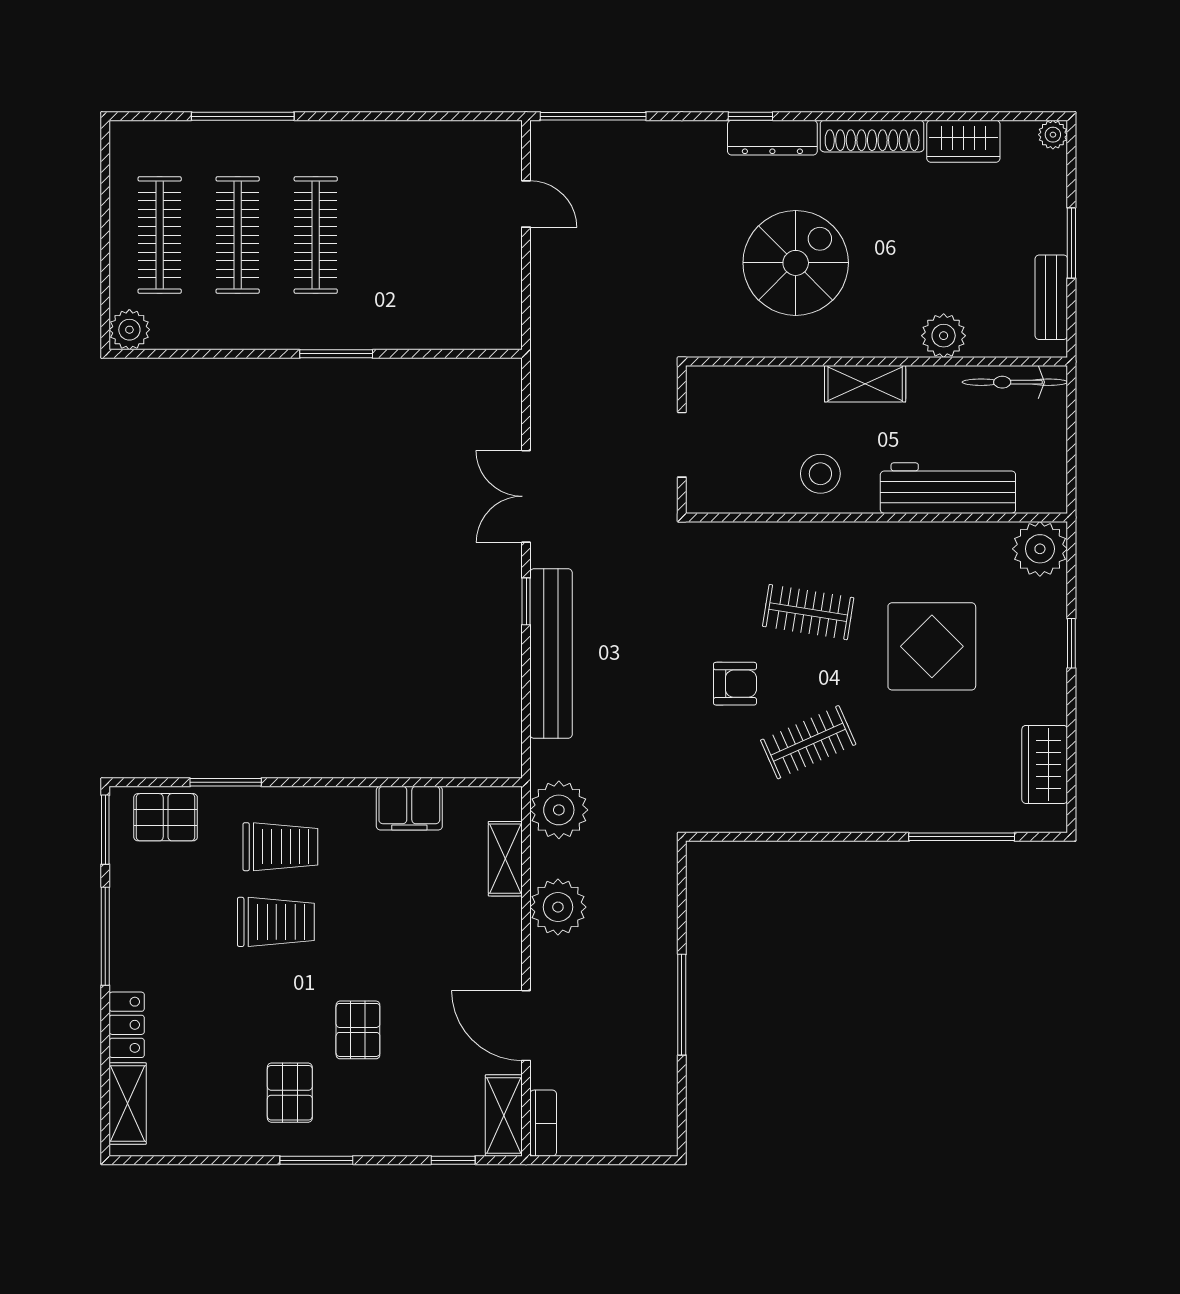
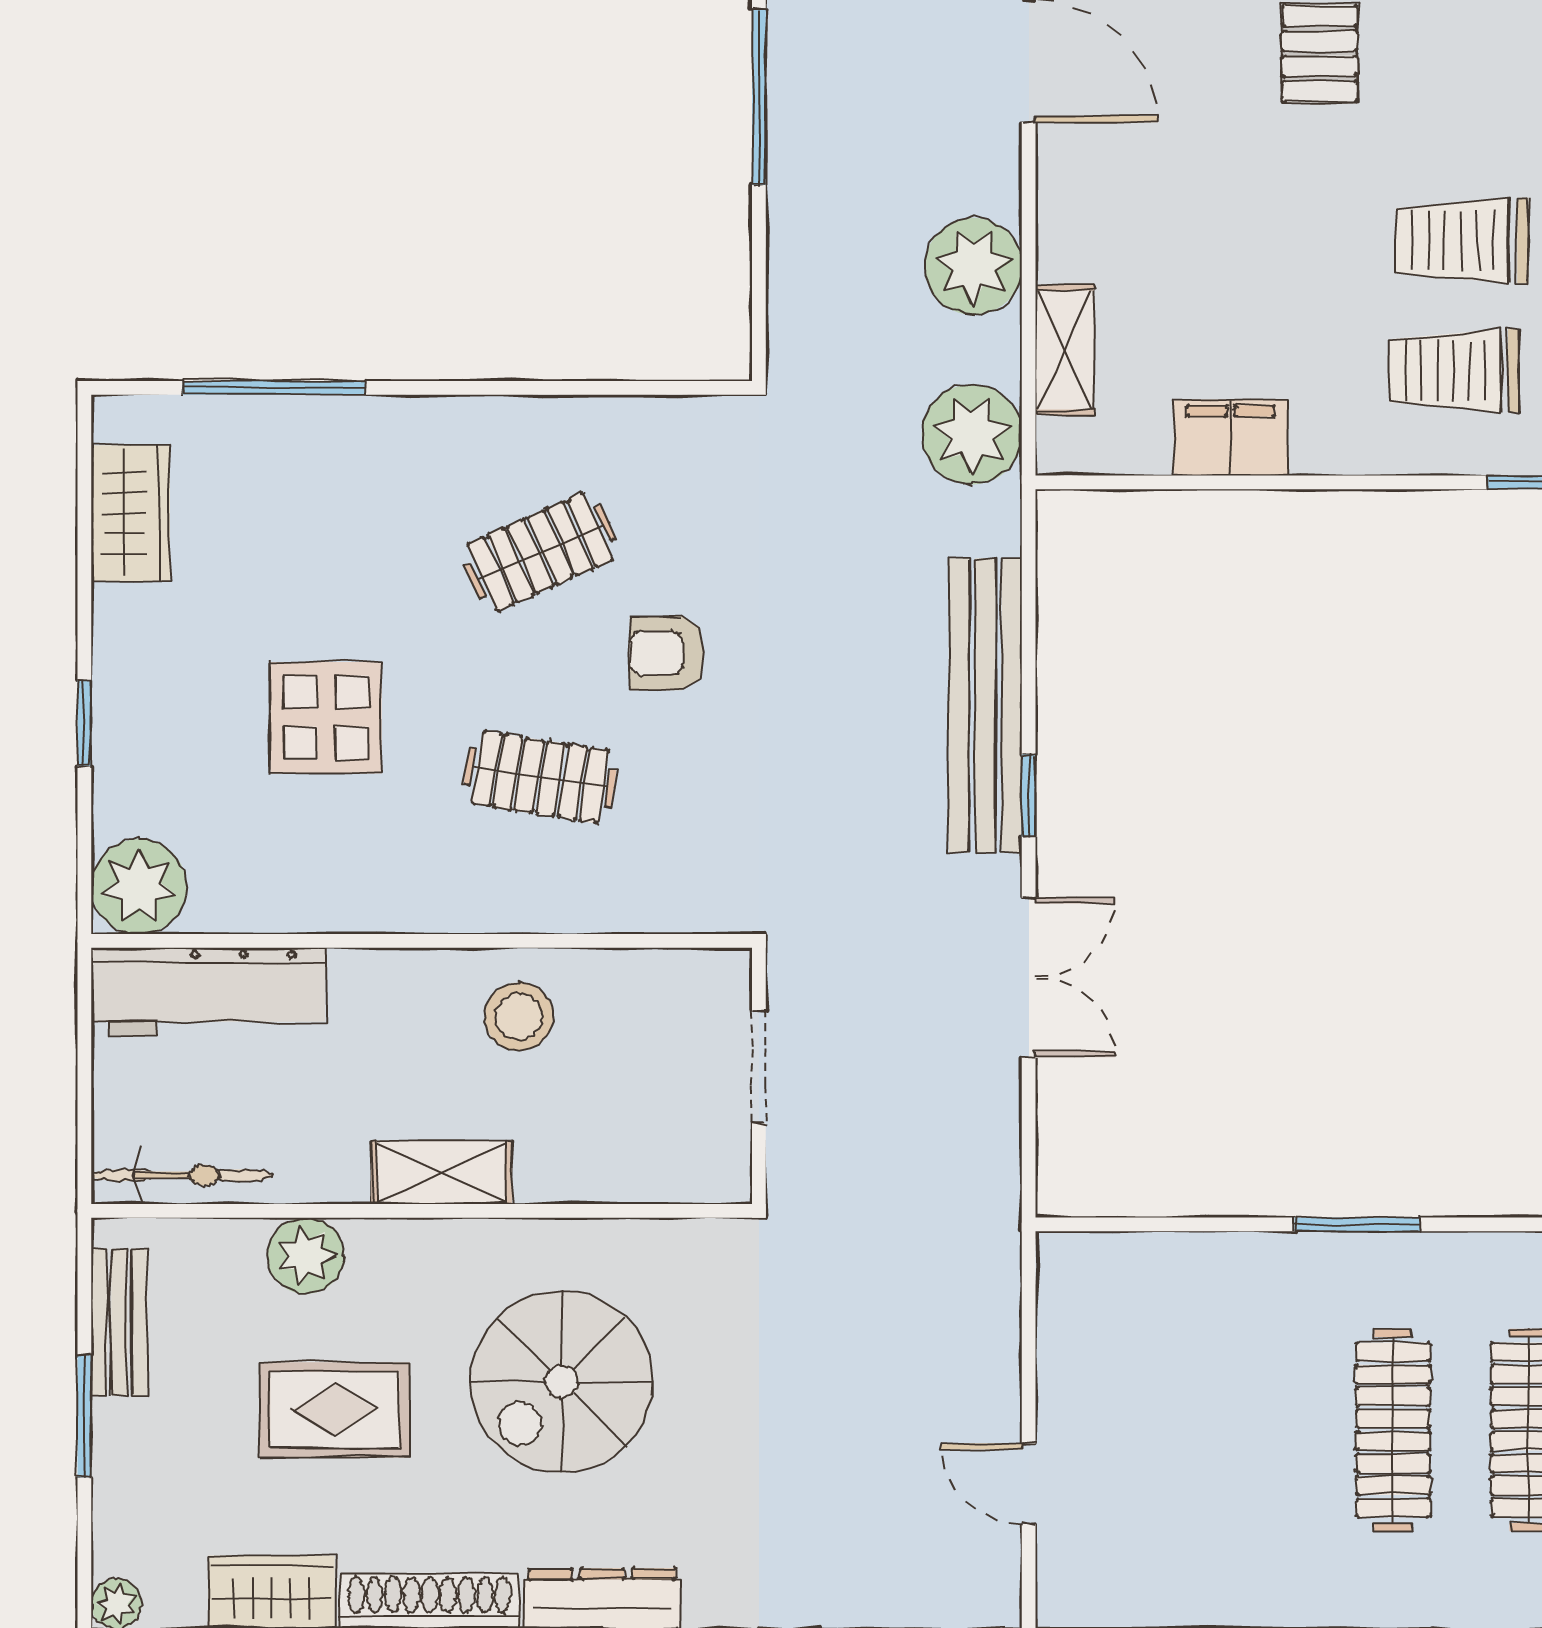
rug: (927, 247) -> (335, 1410), added
workbench: (948, 488) -> (208, 992), moved
display table: (932, 646) -> (326, 718), width x0.73, depth x0.73

